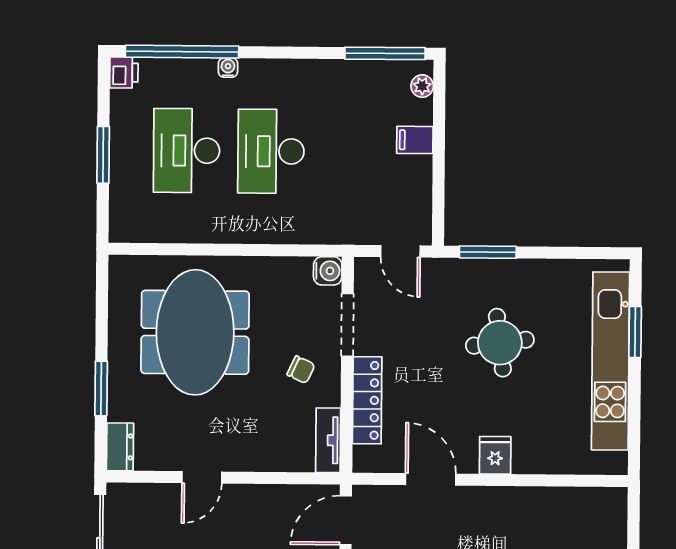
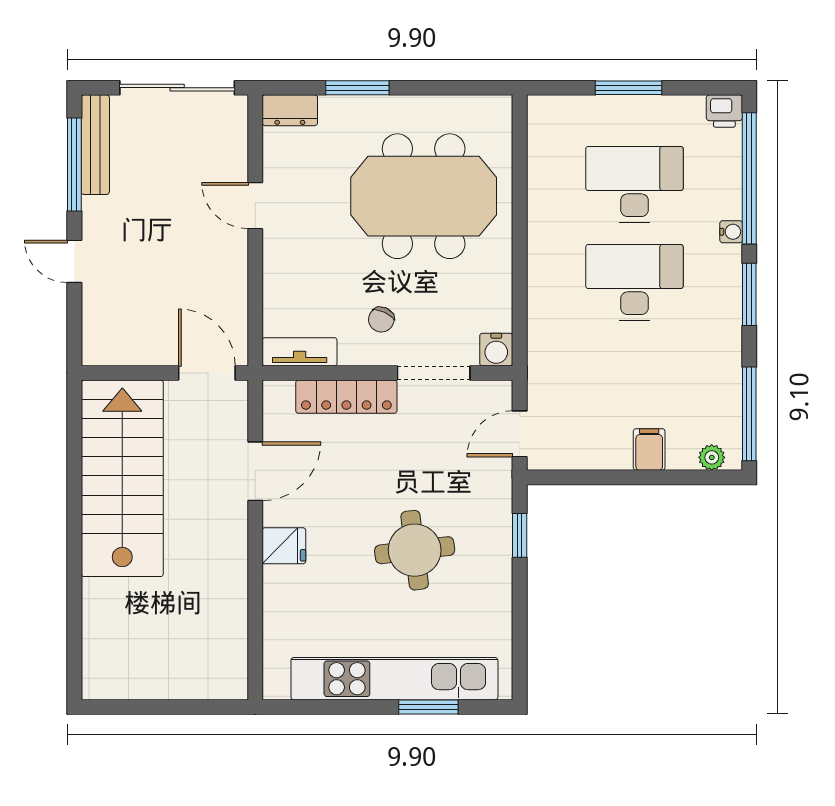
window: (282, 52) -> (749, 294), added
window: (488, 252) -> (520, 535), width x0.67

